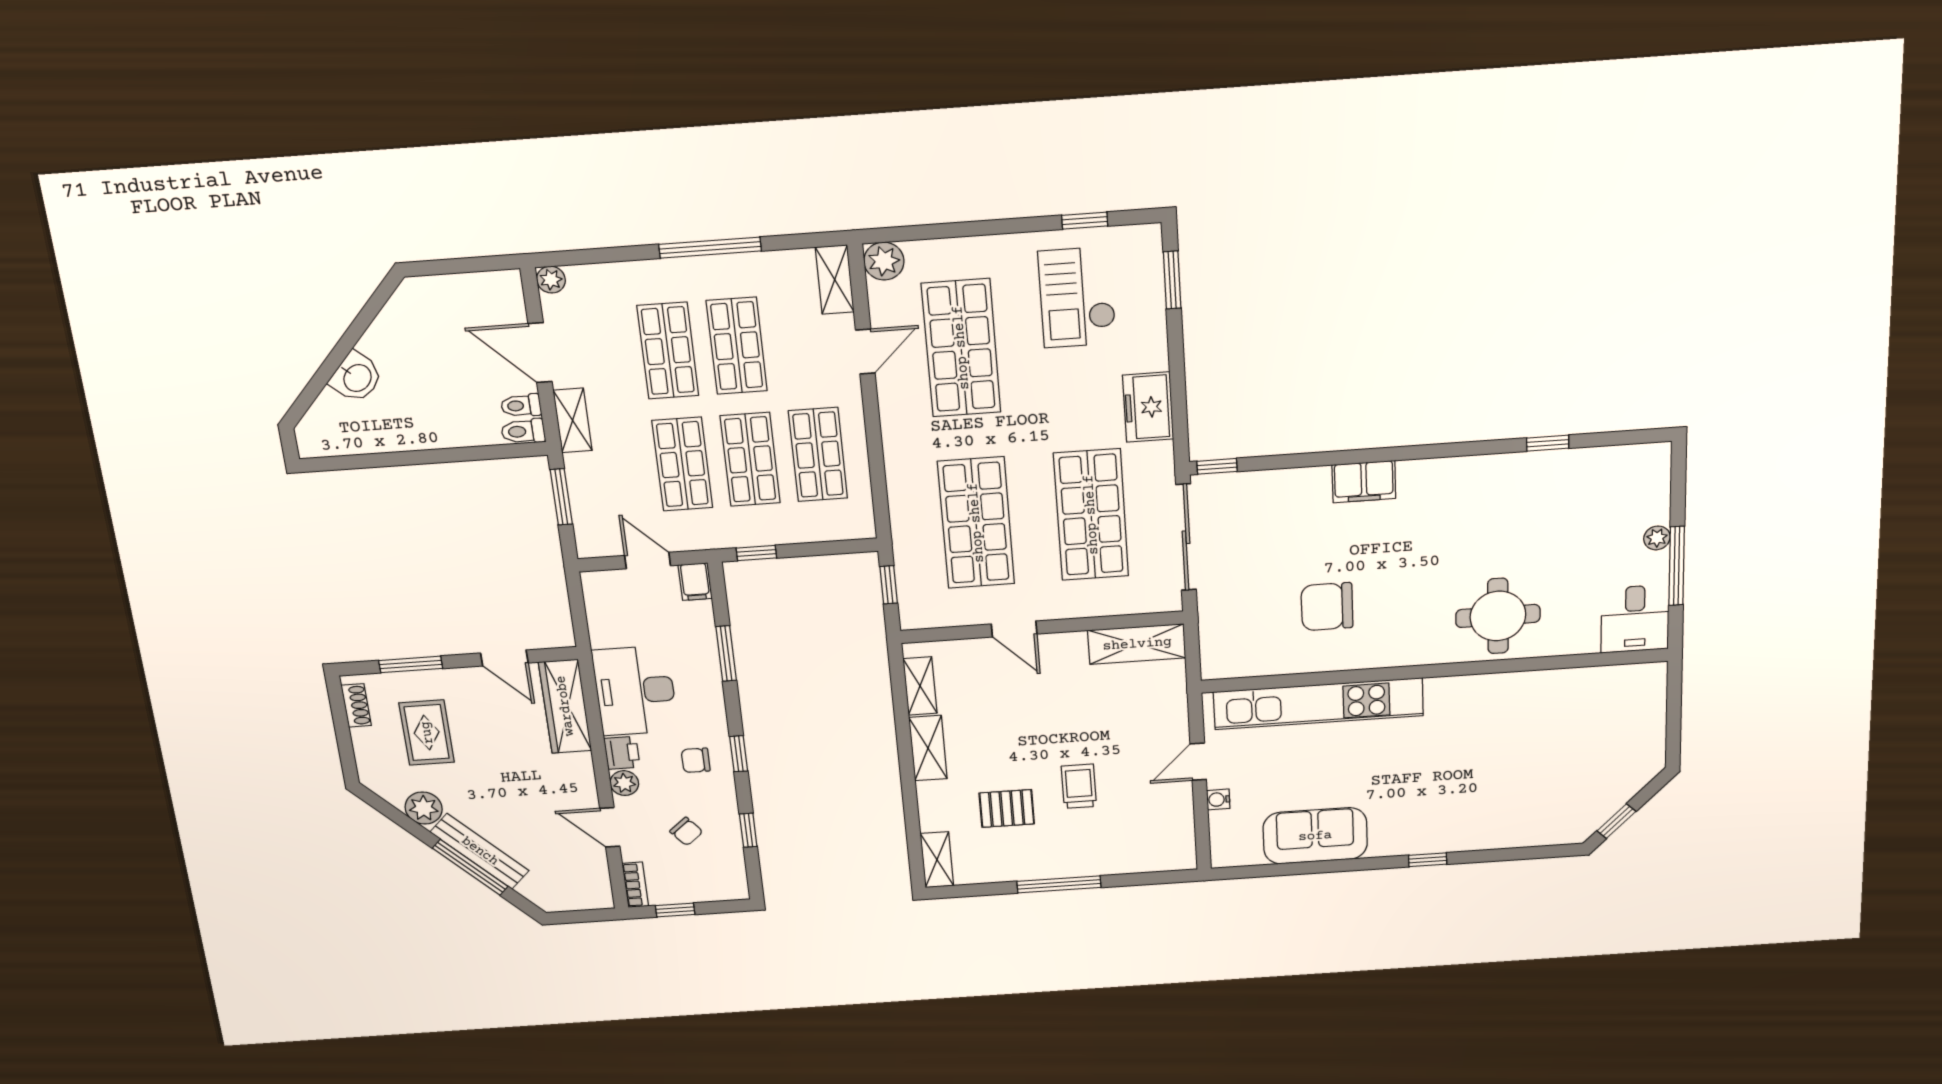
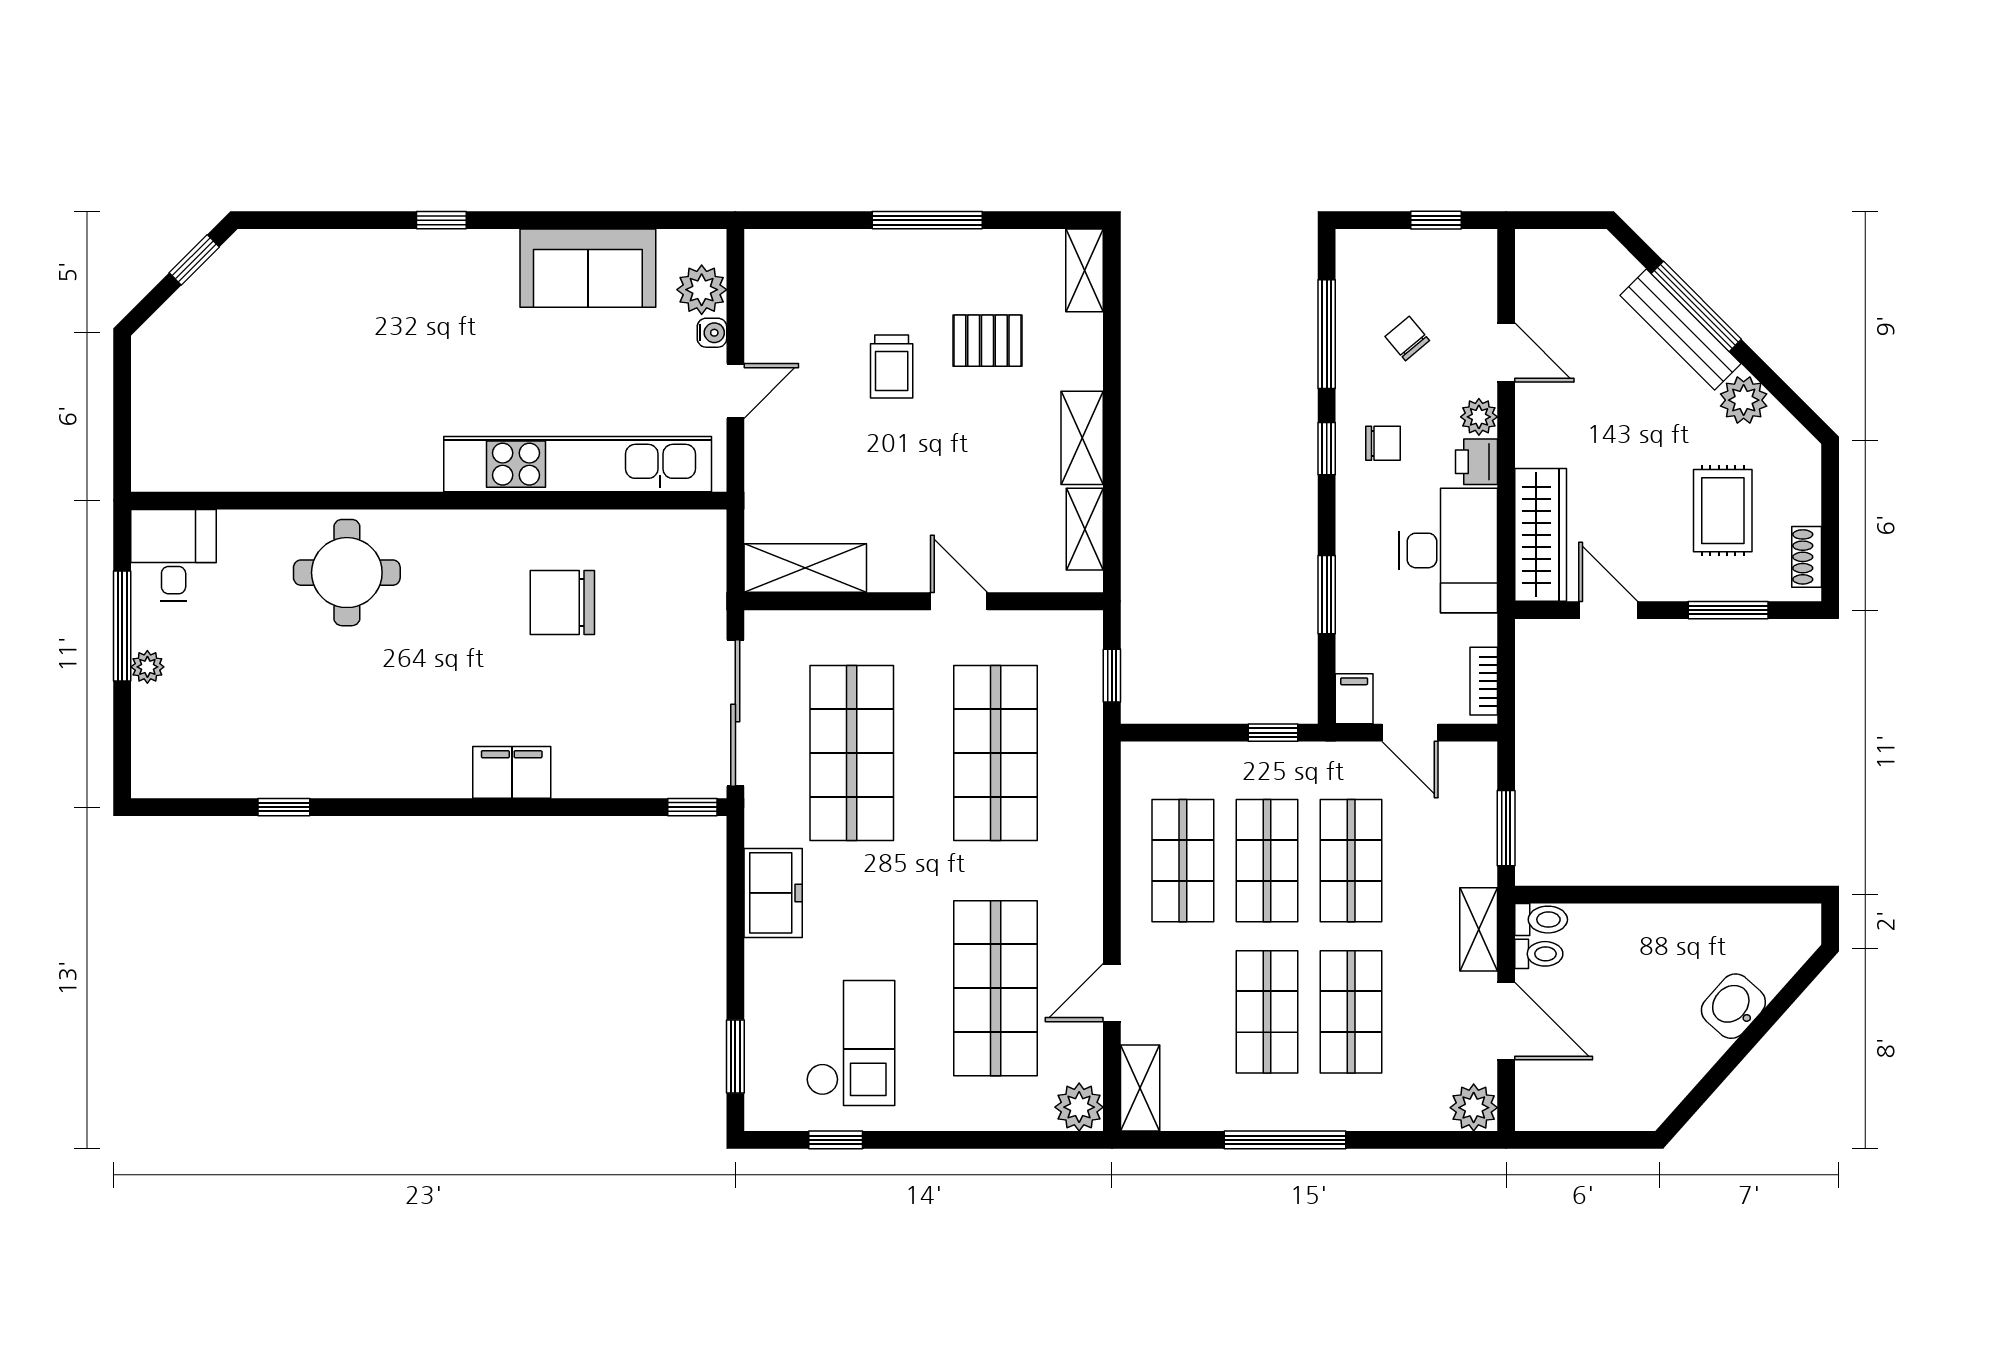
plant: (551, 280) -> (1474, 1108), width x1.38, depth x1.38
chair: (1327, 607) -> (562, 603), turned 180
plant: (1228, 827) -> (702, 290), added
window: (748, 830) -> (1327, 334), width x2.17
bookcase: (635, 885) -> (1484, 681), moved

